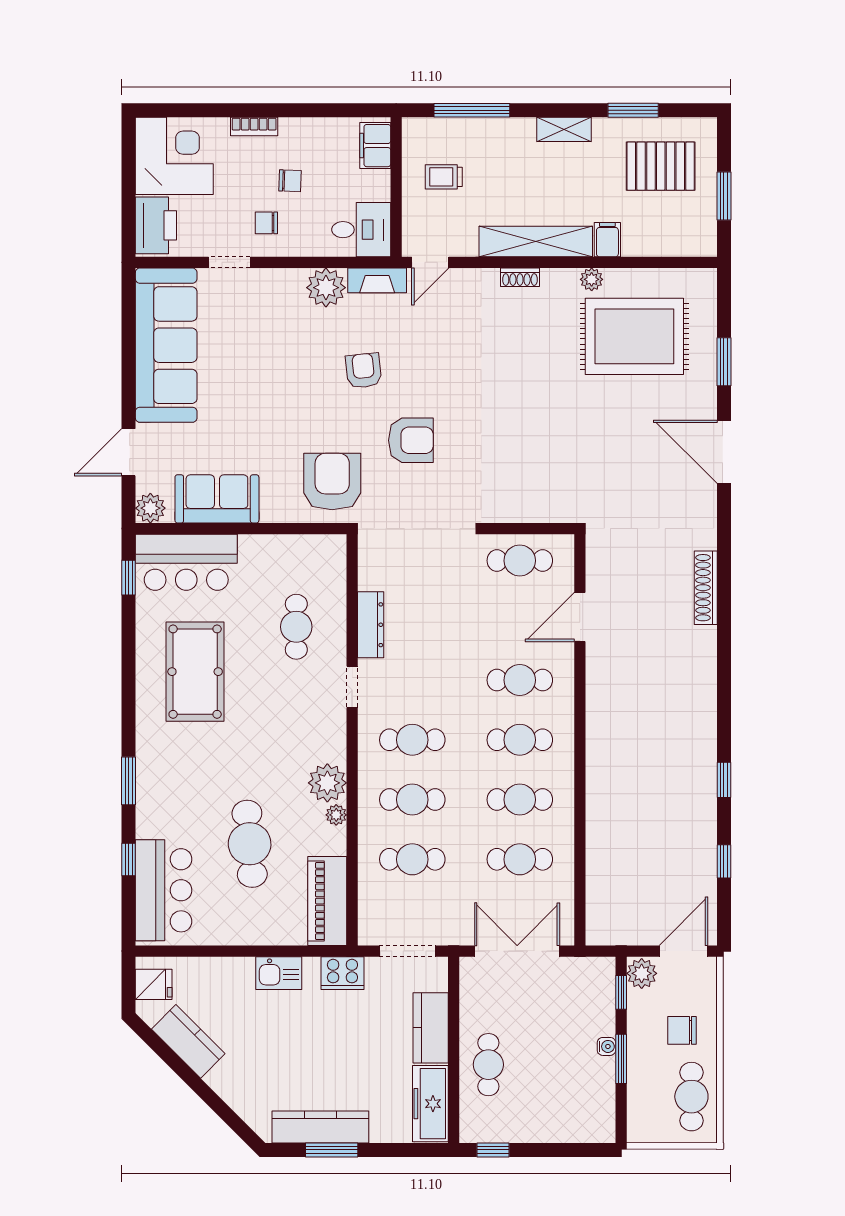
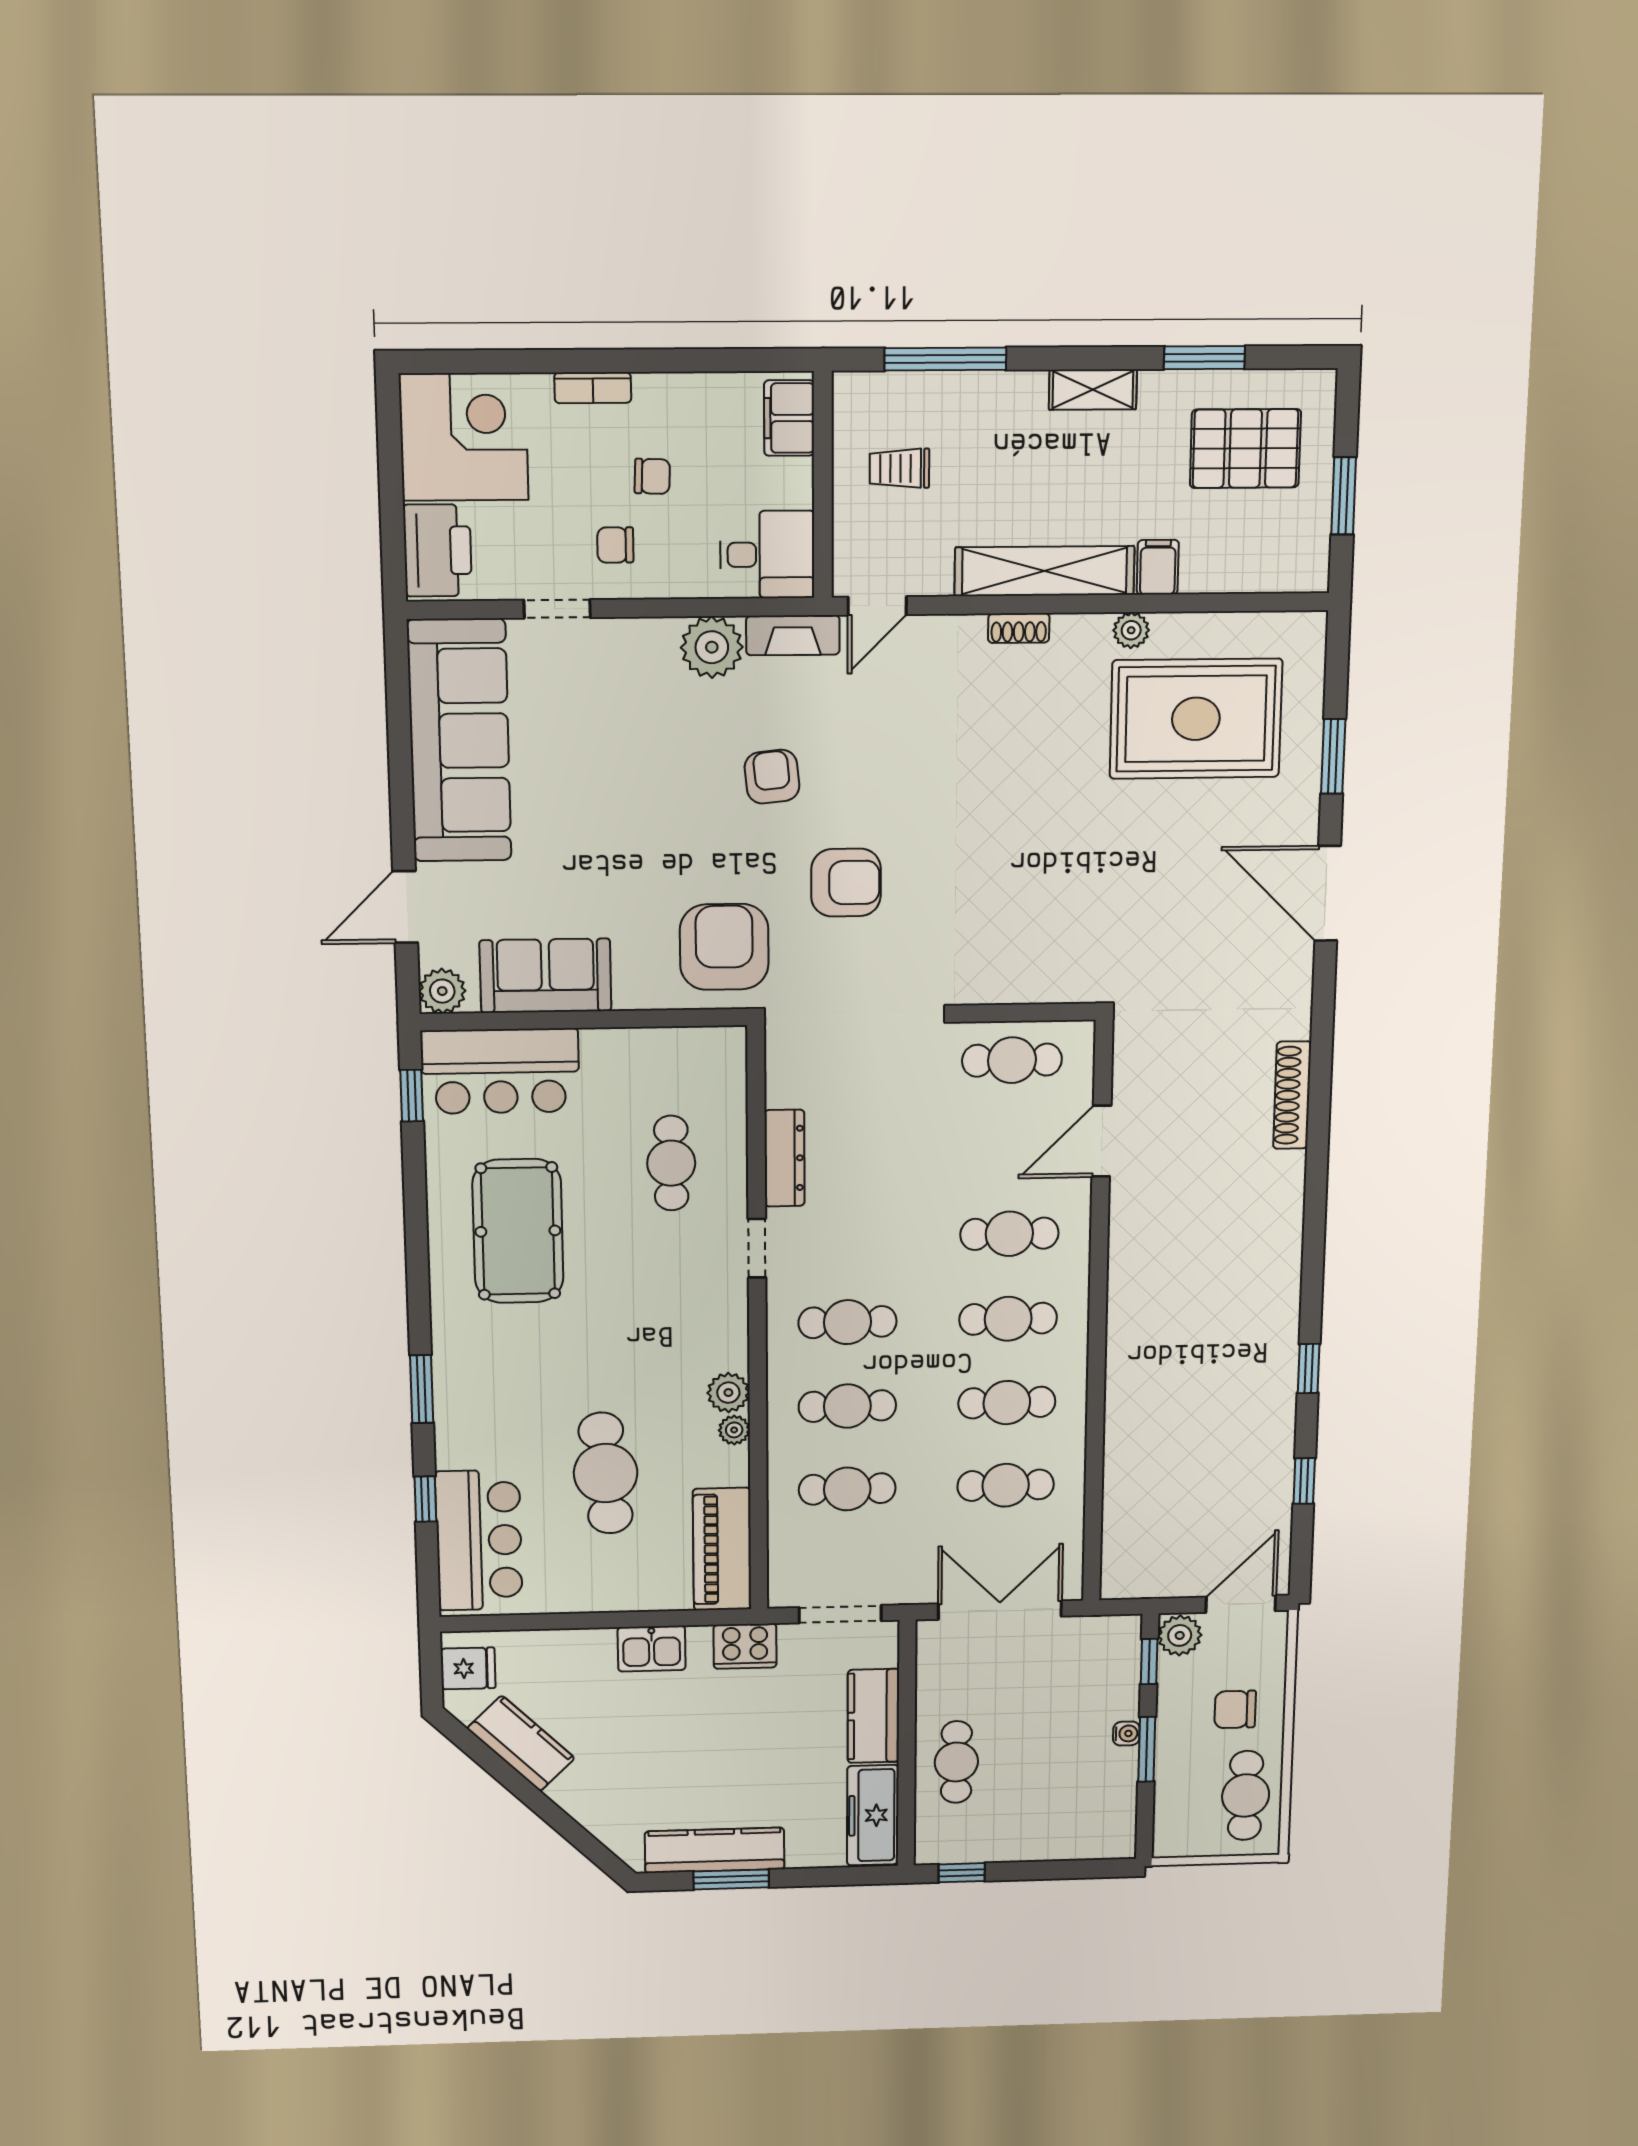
plant: (327, 783) -> (728, 1393), width x0.73, depth x0.73

